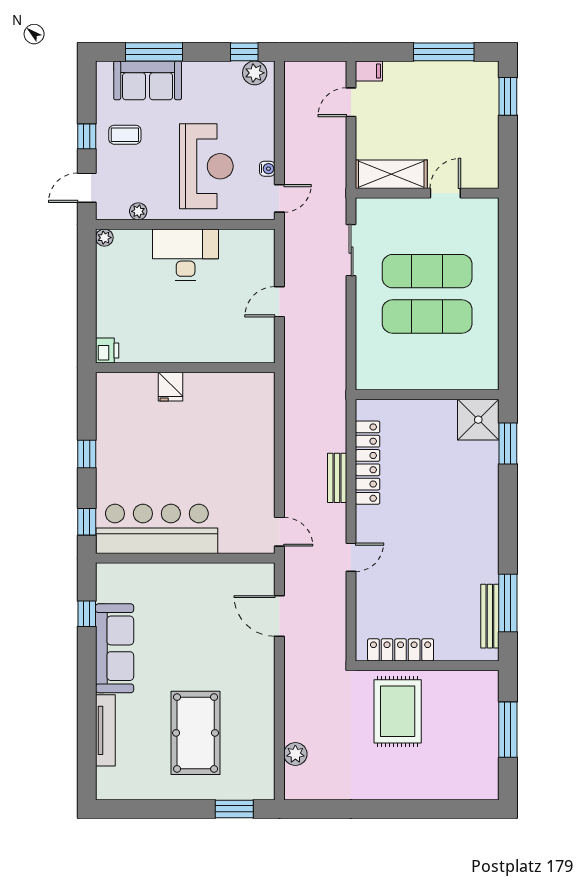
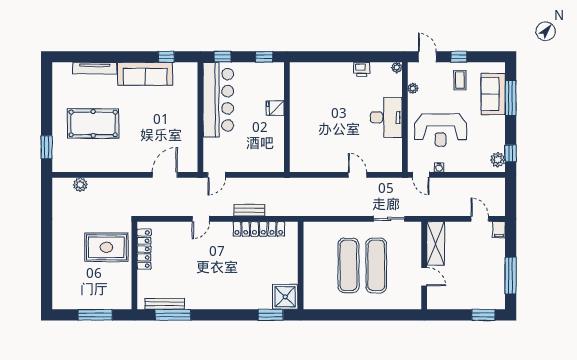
printer: (107, 351) -> (362, 69), moved
wall: (185, 368) -> (287, 117), moved
fridge: (170, 387) -> (275, 108), moved
door: (351, 557) -> (201, 219), hinge flipped

